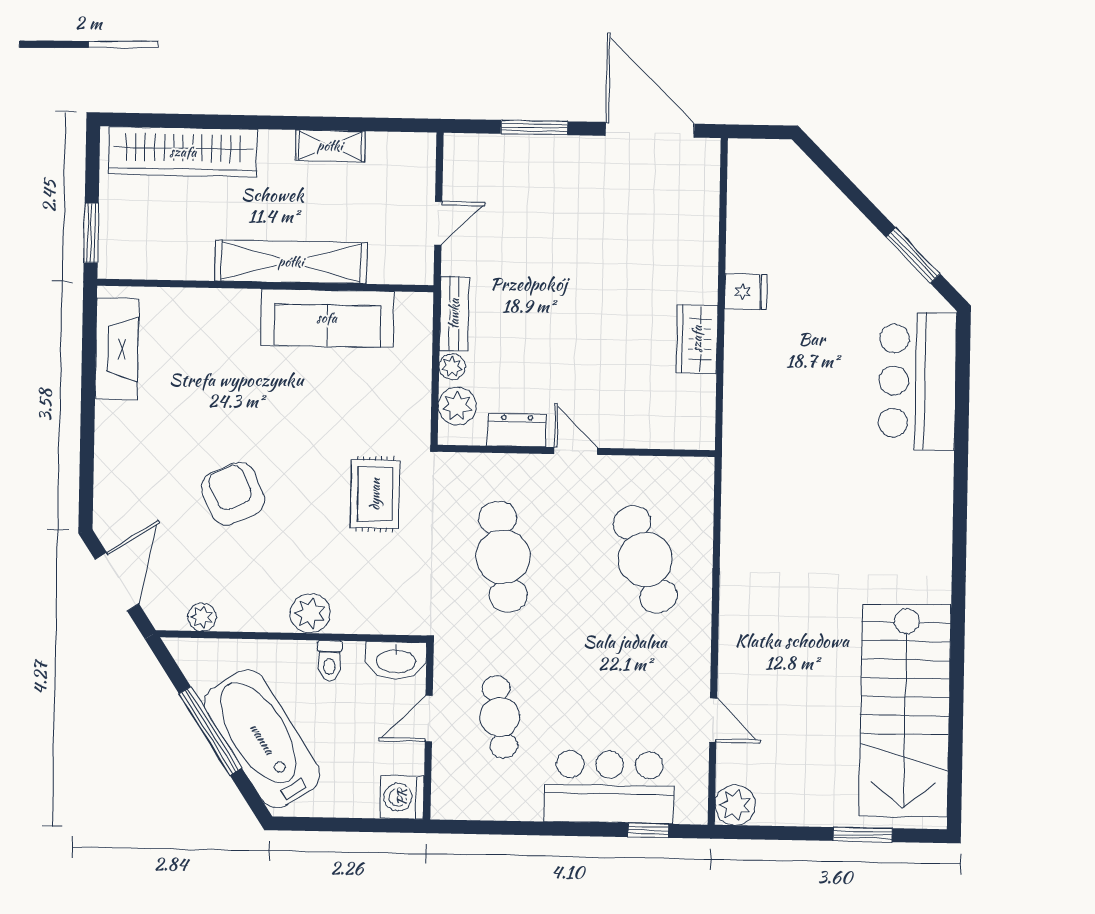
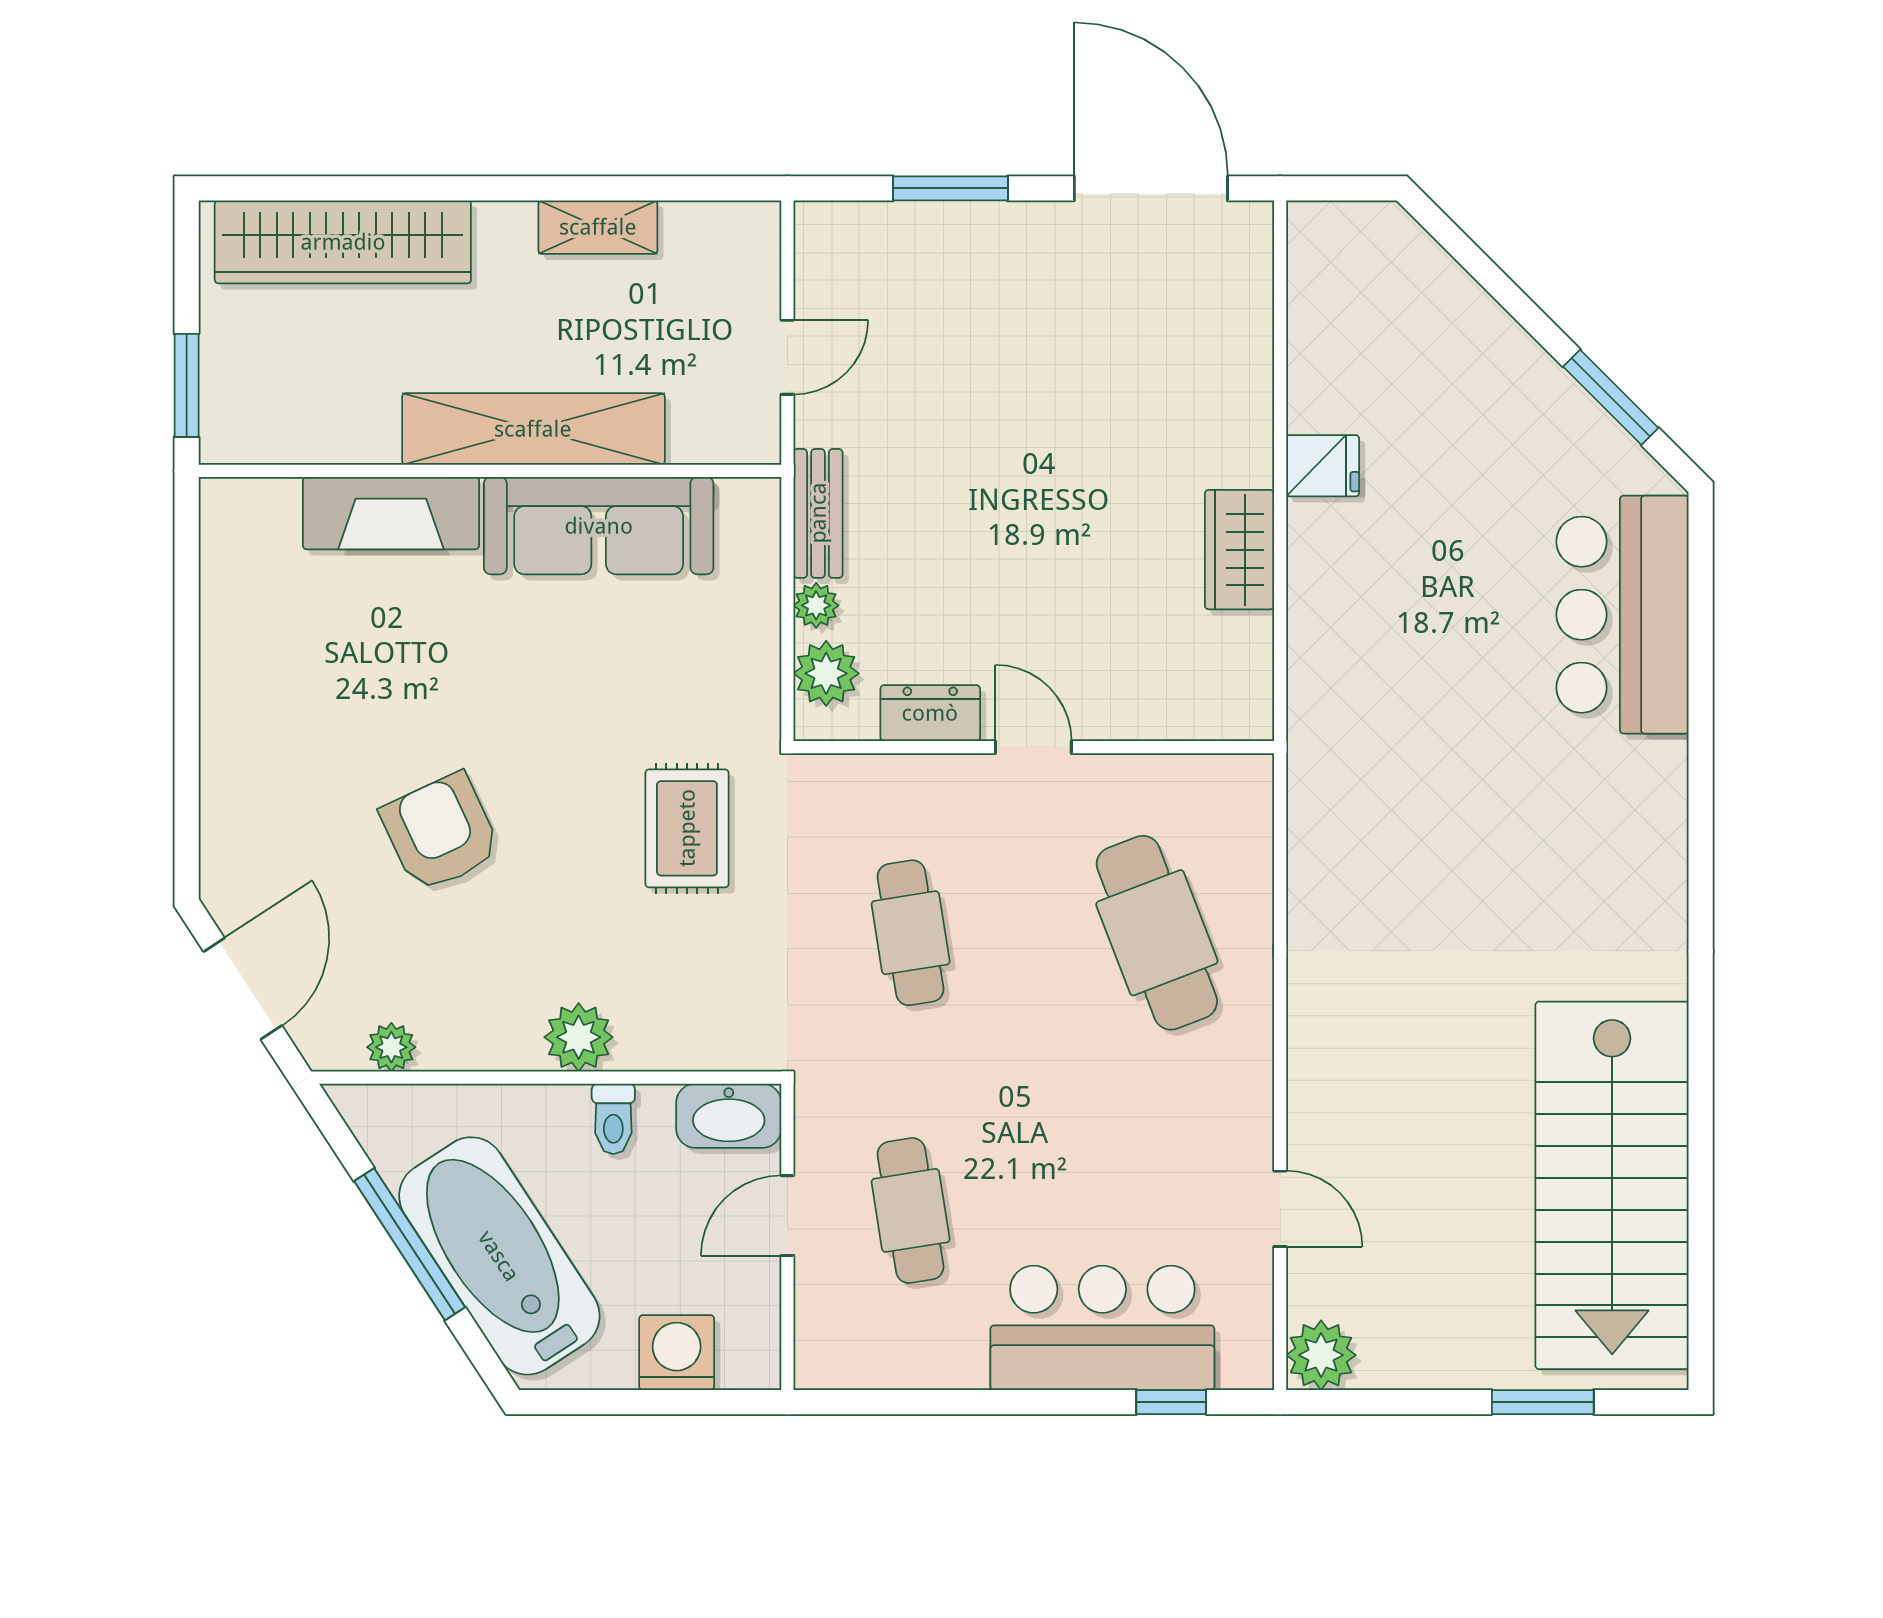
fireplace: (117, 349) -> (391, 513), moved, turned 90
cafe table: (503, 557) -> (911, 933), width x0.73, depth x0.74
washing machine: (402, 797) -> (677, 1353), moved, turned 90

